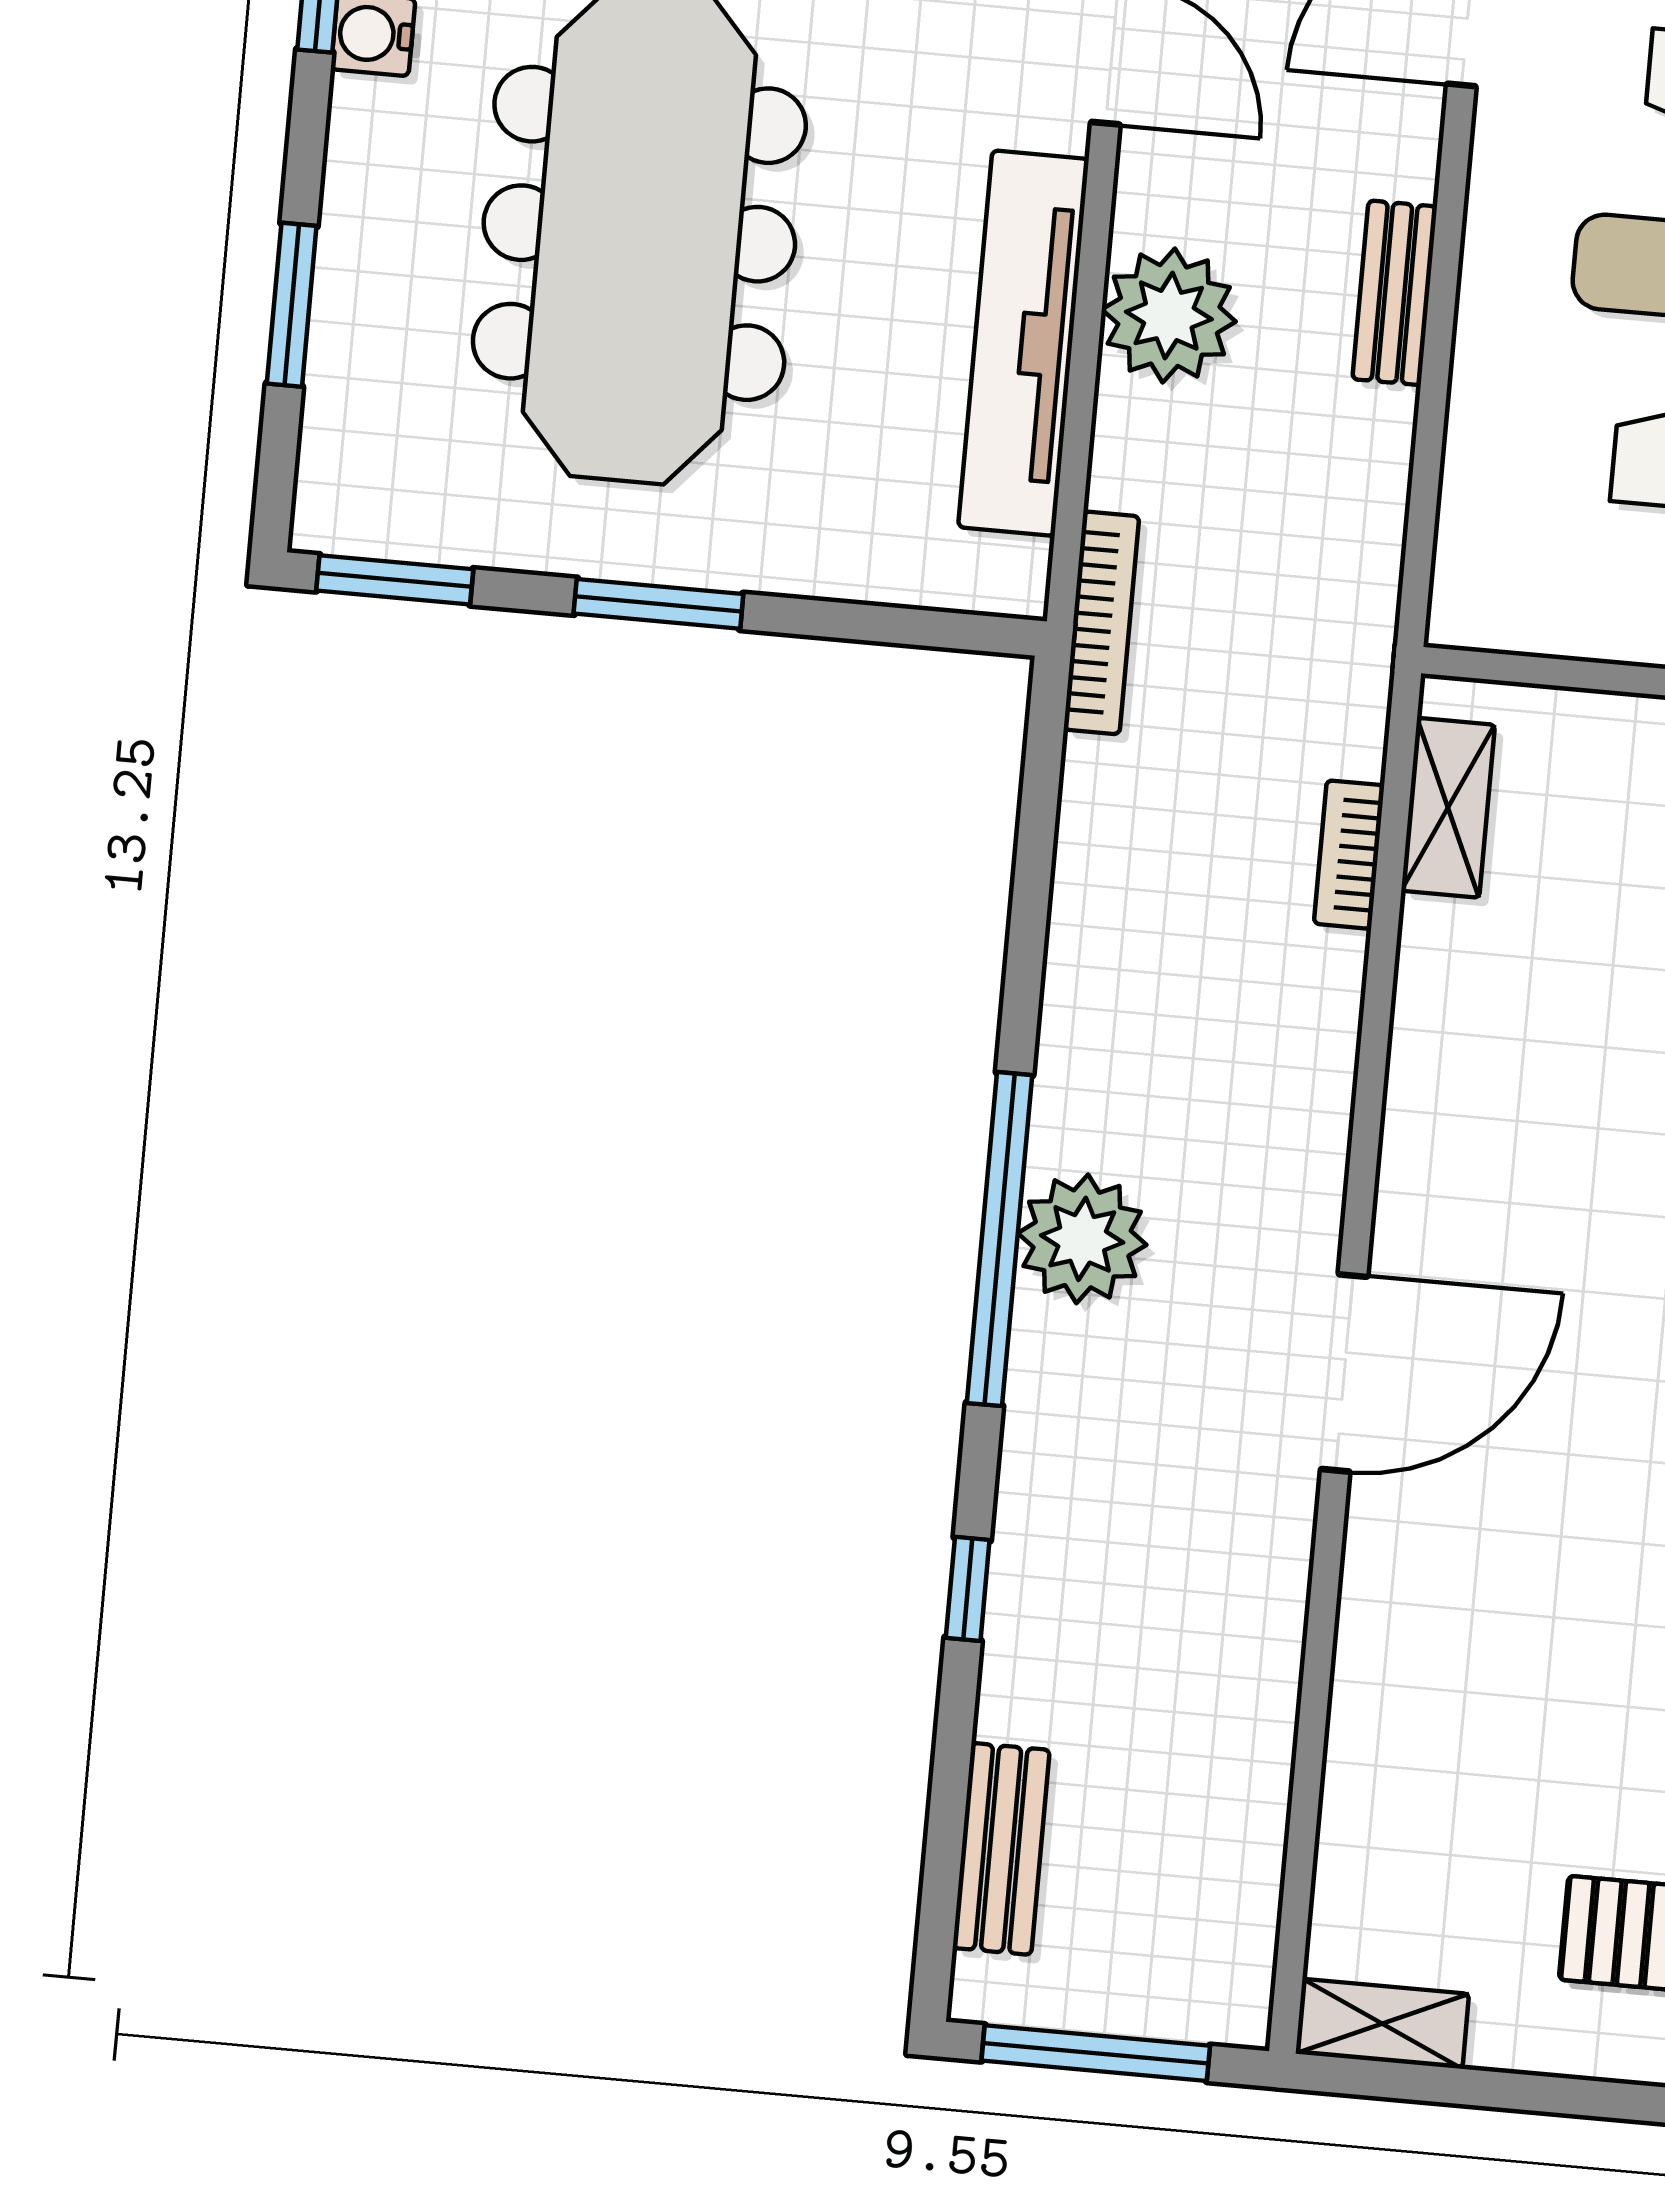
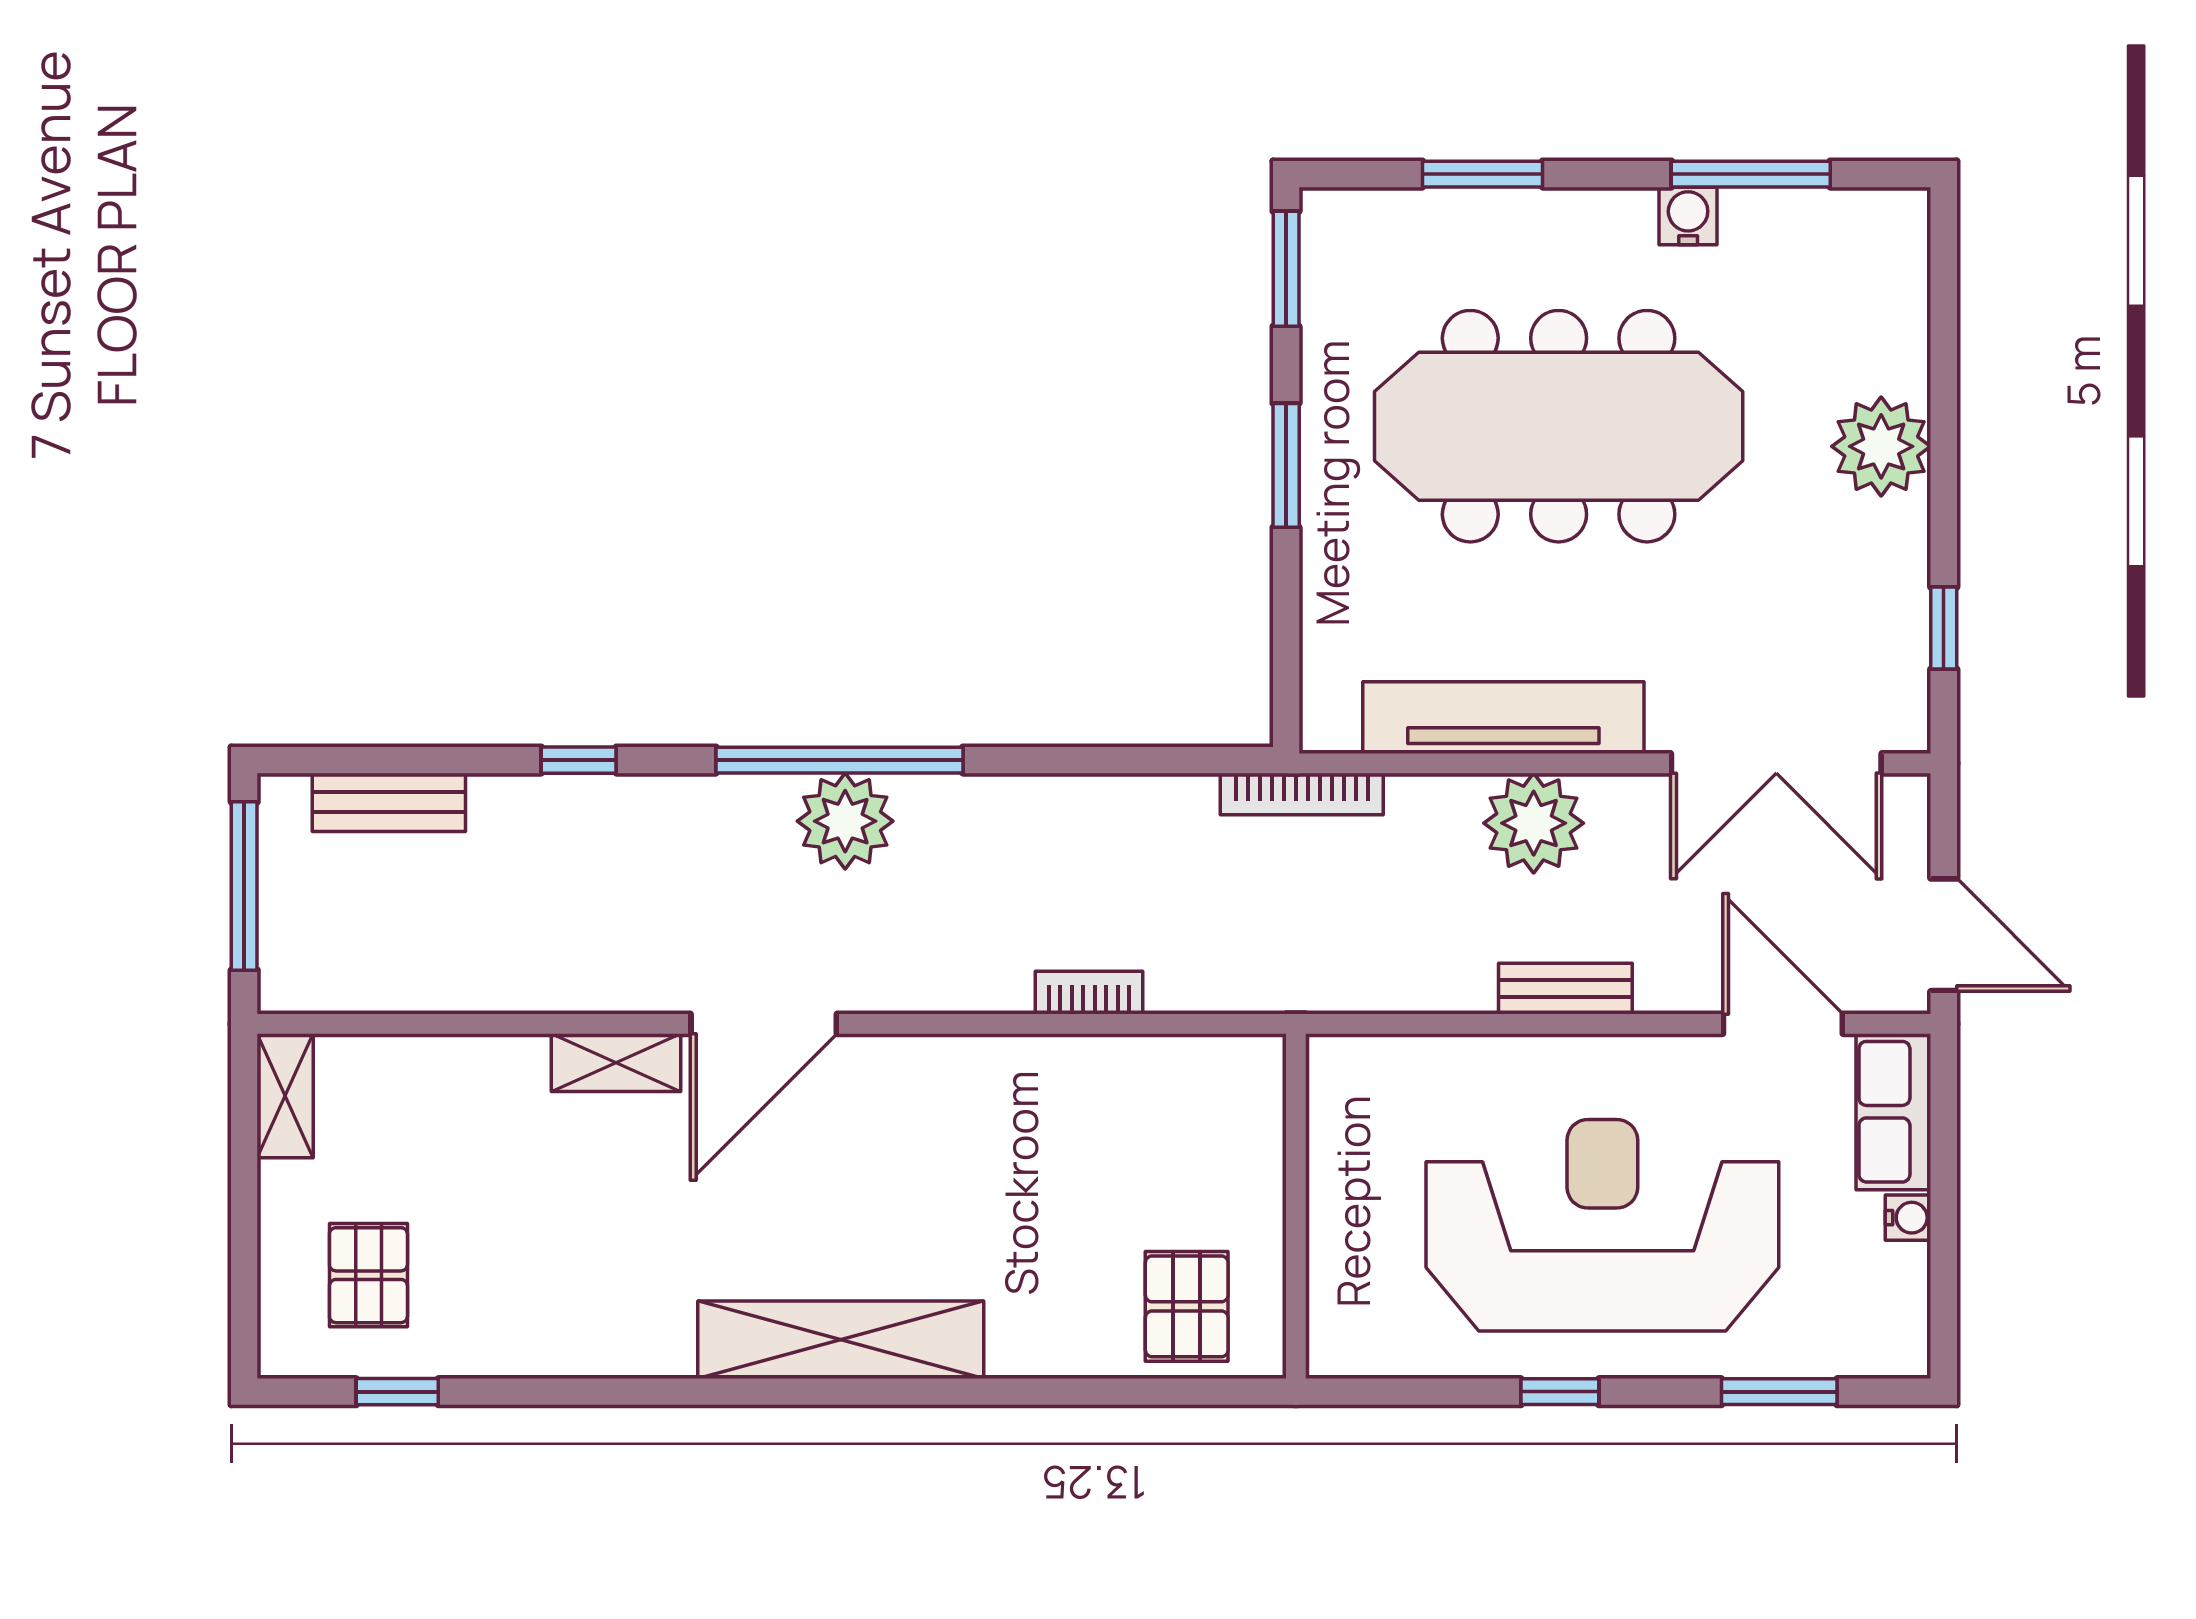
shelving: (1448, 808) -> (616, 1063), moved
bookcase: (1349, 855) -> (1089, 993), moved
door: (1344, 1373) -> (764, 1024), hinge flipped

